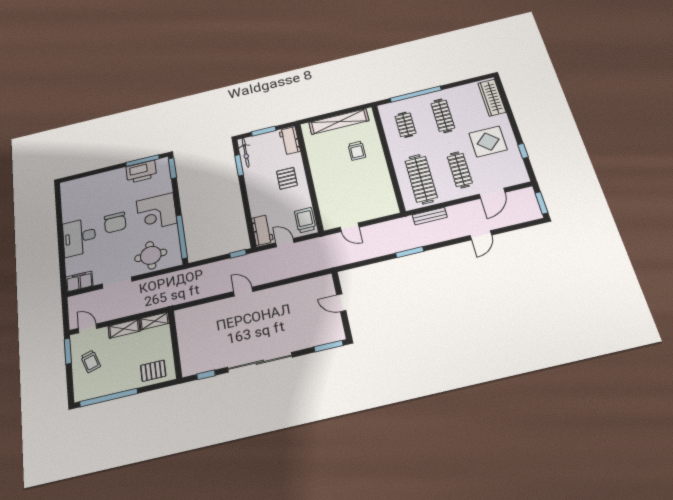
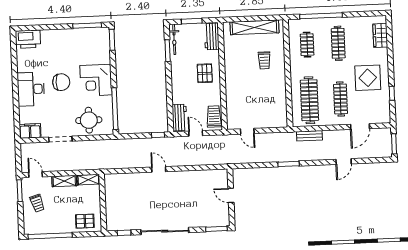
wardrobe: (492, 98) -> (380, 35), width x0.67
printer: (141, 172) -> (28, 39), moved
chair: (115, 223) -> (61, 82), turned -90

